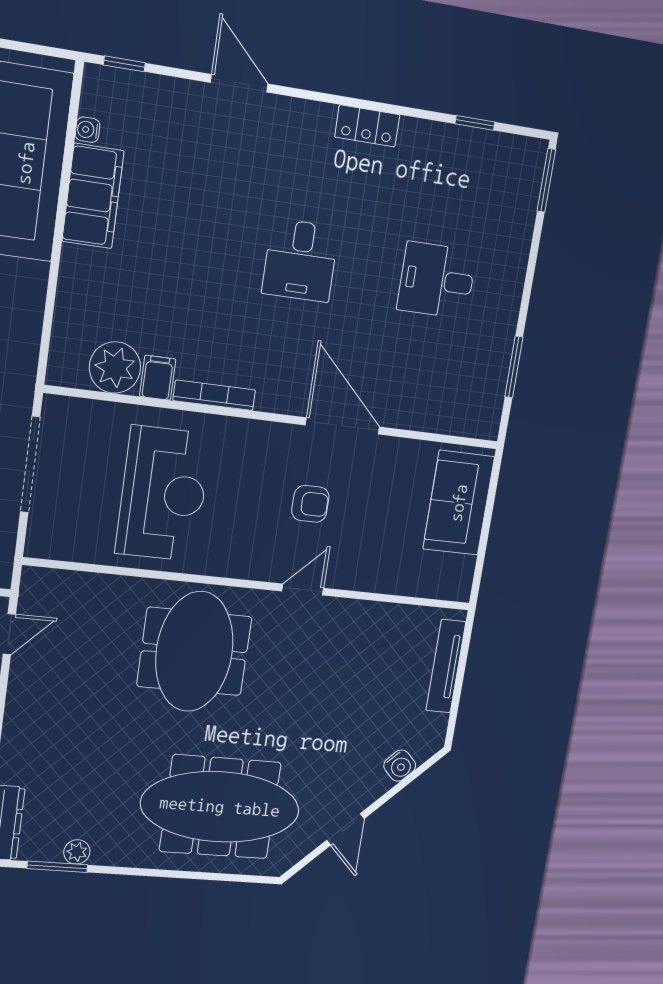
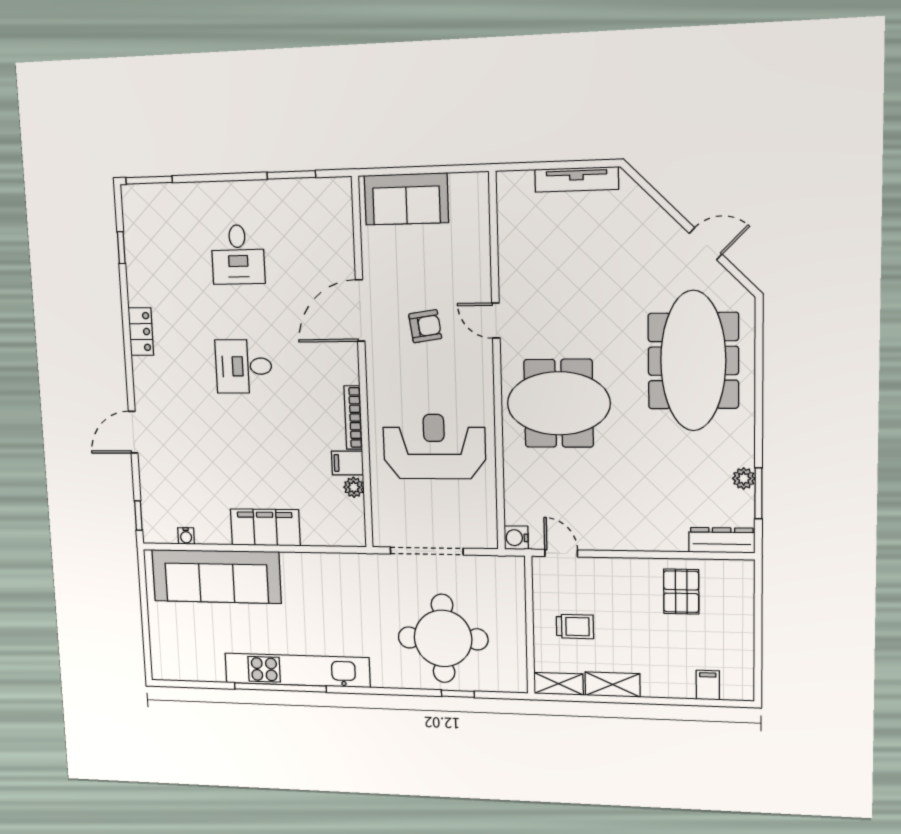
filing cabinet: (93, 196) -> (265, 527), moved
desk: (300, 260) -> (244, 366), turned 180
plant: (115, 367) -> (354, 487), width x0.53, depth x0.53
armchair: (310, 504) -> (425, 326), turned 82
tv unit: (446, 666) -> (576, 179), moved
water cooler: (400, 766) -> (516, 538), moved, turned -135

